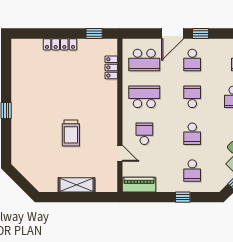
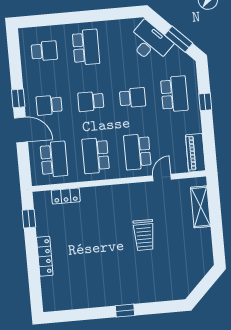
school desk: (192, 60) -> (49, 105), turned 180
trolley: (71, 133) -> (144, 235), turned 90
school desk: (144, 134) -> (137, 152), width x1.85
school desk: (192, 171) -> (174, 94), width x1.85
shelving: (76, 185) -> (201, 207), moved

